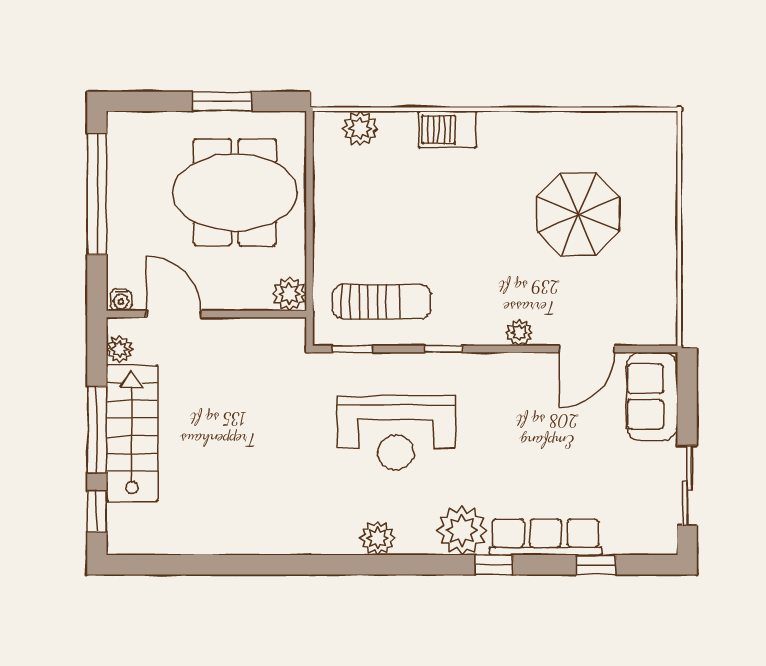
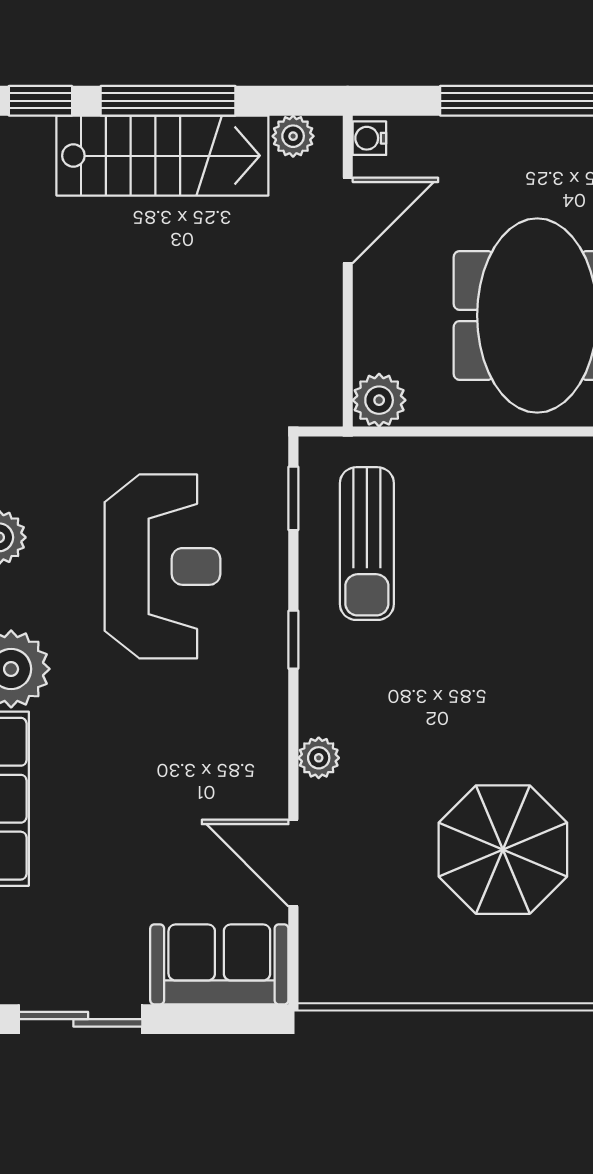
reception desk: (396, 433) -> (162, 566), turned 180

